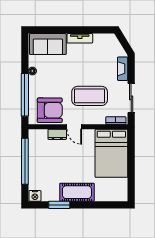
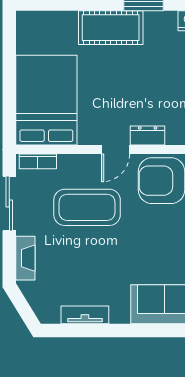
tv unit: (80, 38) -> (85, 315), moved
door: (74, 127) -> (116, 150), swing flipped

